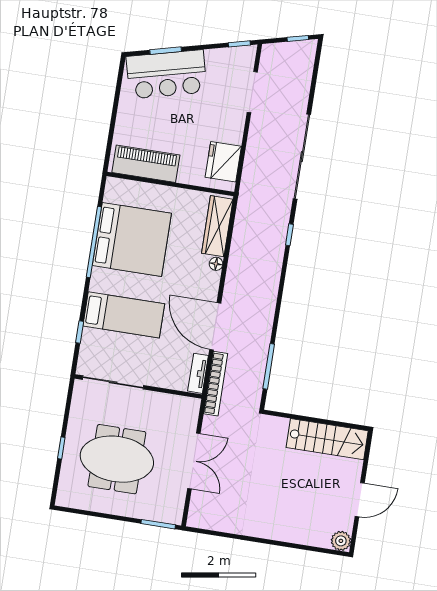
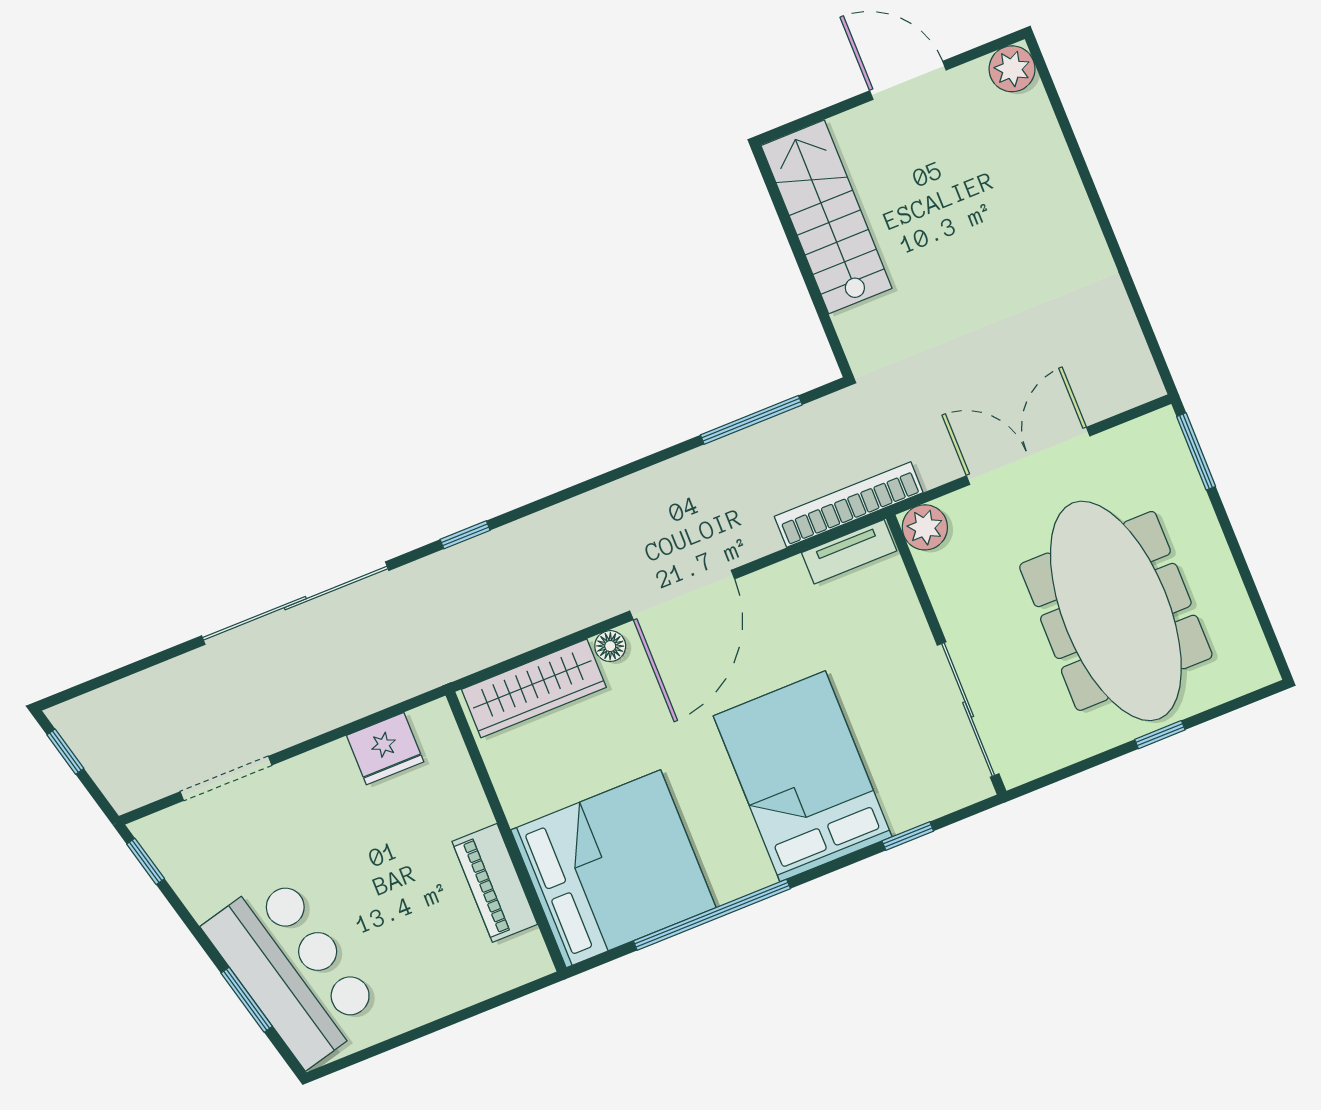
fridge: (223, 162) -> (385, 749), width x0.73, depth x0.75
piano: (146, 164) -> (495, 883), width x0.73, depth x0.75
bed: (132, 239) -> (613, 869), moved, turned 90
bed: (124, 315) -> (803, 776), width x1.50
door: (215, 326) -> (682, 595), moved
plant: (190, 407) -> (925, 527), added
meeting table: (117, 459) -> (1116, 611), width x1.36

